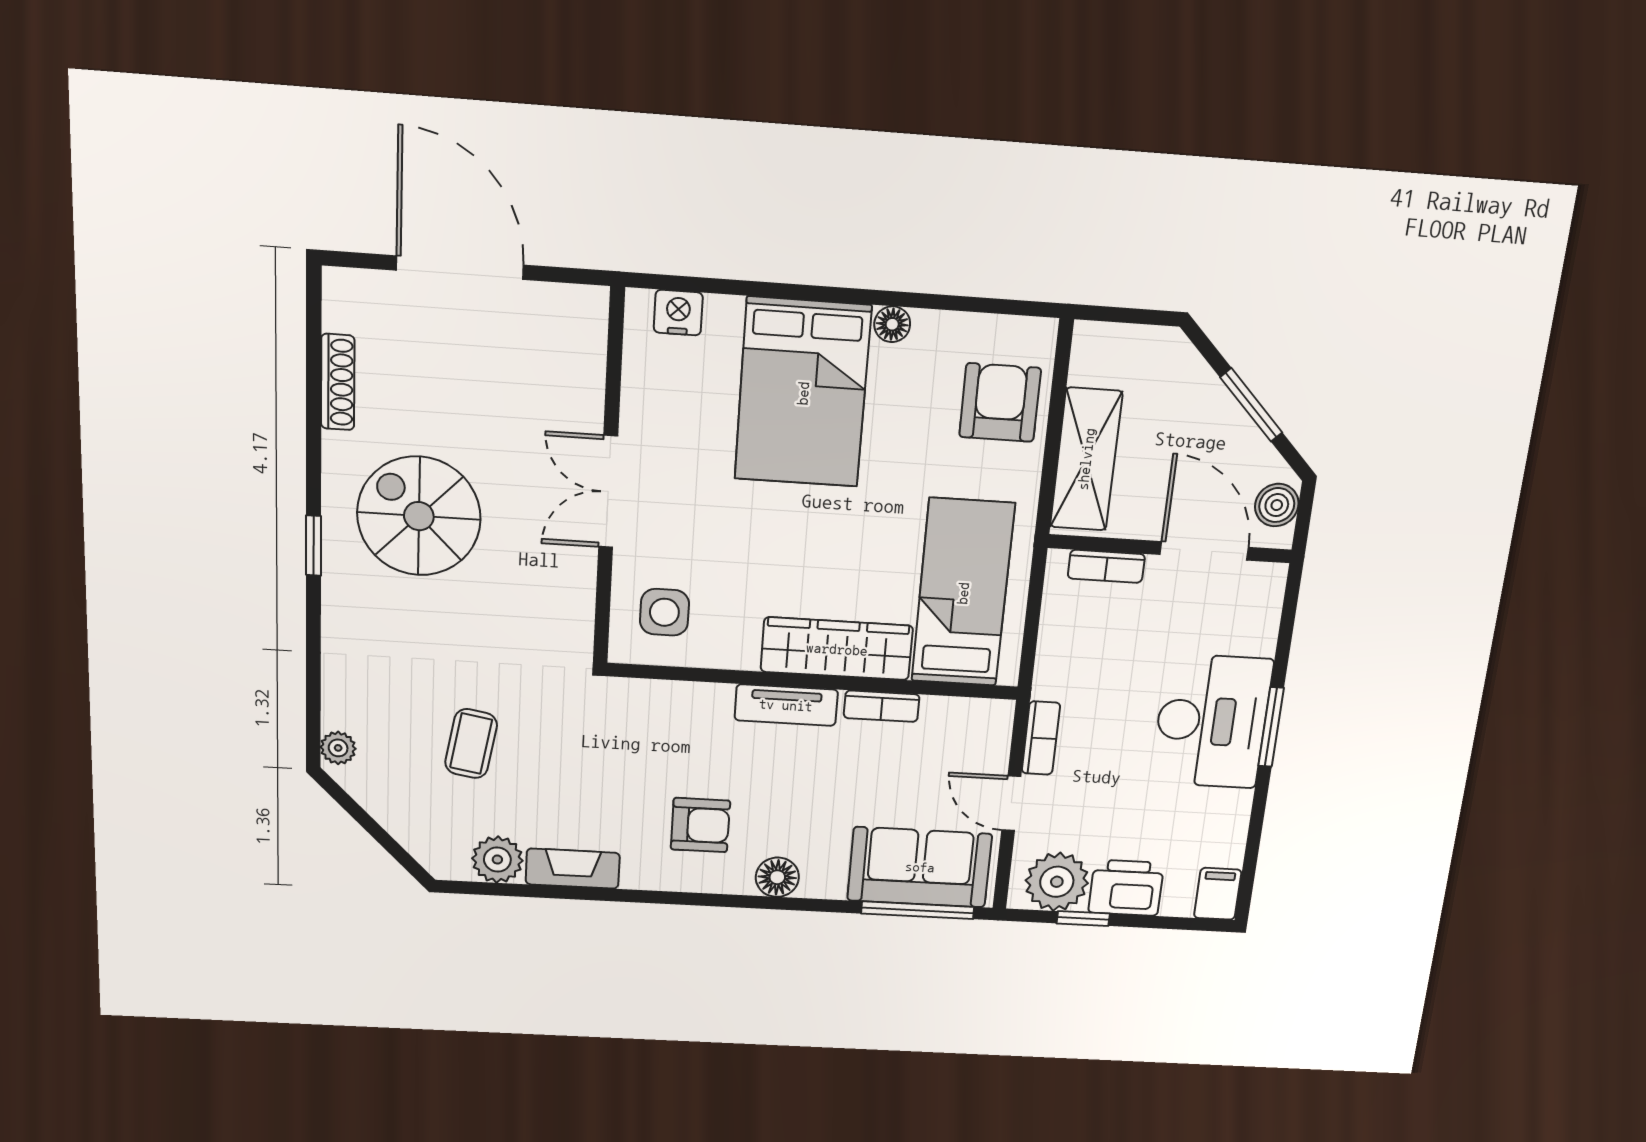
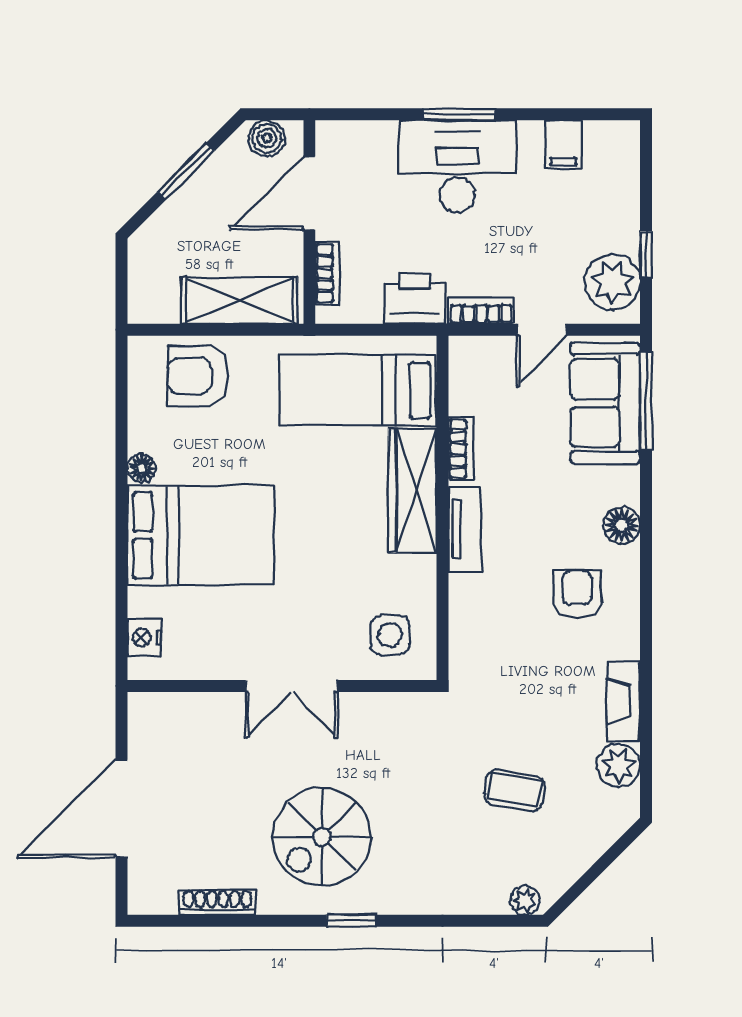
printer: (1126, 888) -> (415, 298), moved, turned 90
filing cabinet: (1218, 894) -> (563, 144), moved, turned -90

